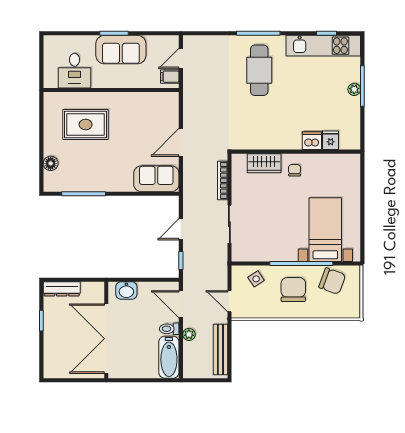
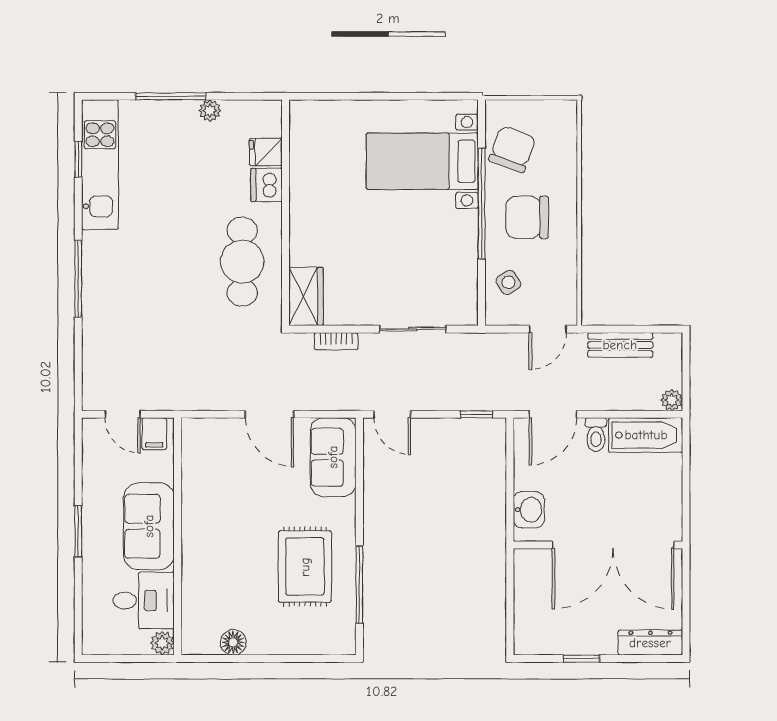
sofa: (121, 50) -> (149, 526), moved, turned 180
cafe table: (259, 70) -> (242, 262), moved, turned 90
plant: (50, 81) -> (162, 643), added
plant: (354, 89) -> (210, 111), moved
rug: (86, 125) -> (305, 567), moved
floor lamp: (51, 163) -> (233, 642), moved
wardrobe: (264, 163) -> (306, 296), moved
chair: (295, 170) -> (318, 215), removed
bookcase: (223, 180) -> (336, 341), width x0.64
door: (181, 229) -> (392, 414), moved
dresser: (62, 289) -> (650, 643), moved, turned -90
plant: (189, 334) -> (672, 400), moved
bench: (220, 349) -> (620, 345), width x0.73

